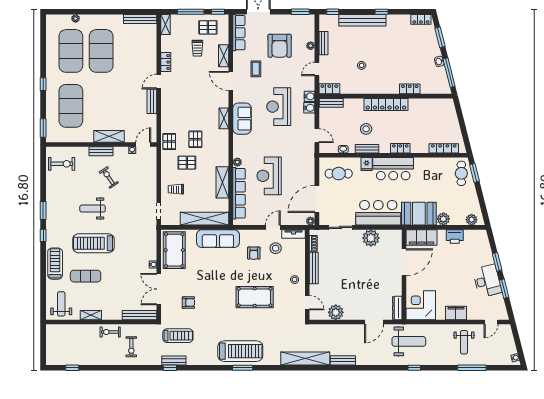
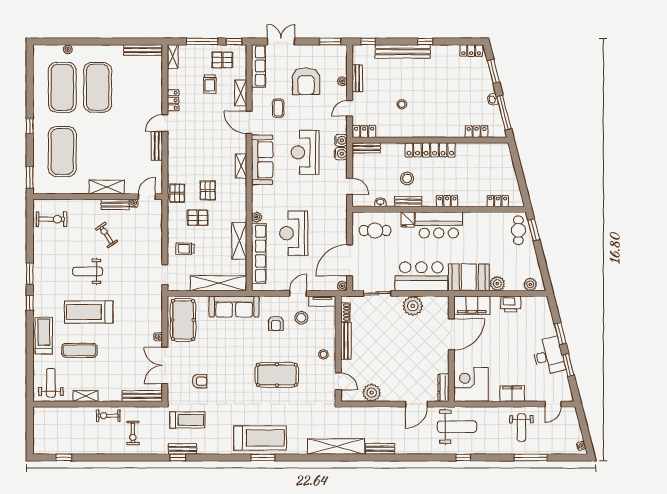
locker: (410, 89) -> (477, 132), moved
sofa: (242, 119) -> (262, 160), width x1.36
locker: (444, 148) -> (498, 201), width x0.66
bench: (101, 151) -> (115, 205), moved

